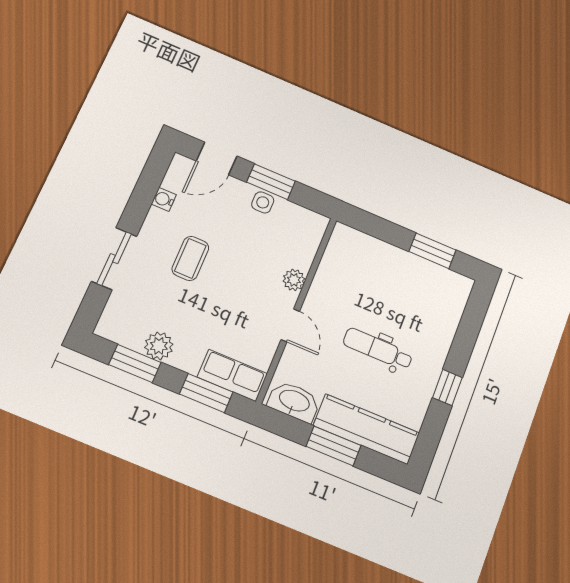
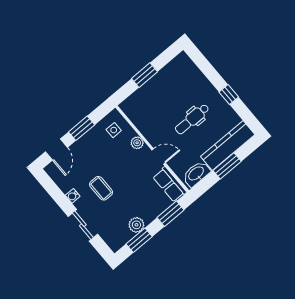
water cooler: (164, 199) -> (73, 196), moved
side table: (263, 202) -> (114, 130), moved
window: (432, 251) -> (145, 75), moved
row of seats: (232, 375) -> (170, 184), moved, turned -90

